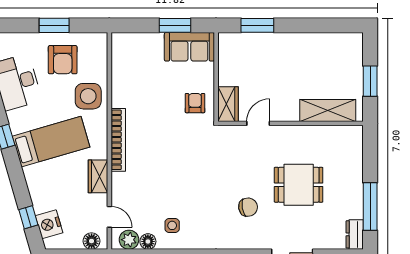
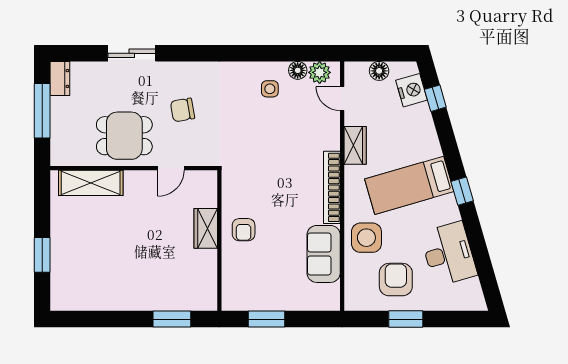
sofa: (189, 47) -> (324, 254), moved, turned -90
shelving: (328, 110) -> (91, 183), moved
door: (258, 123) -> (171, 168), moved
wall: (290, 123) -> (134, 168), moved
floor lamp: (92, 241) -> (379, 71), moved

